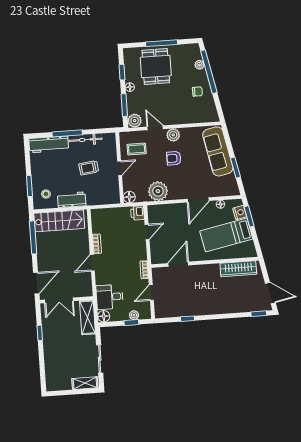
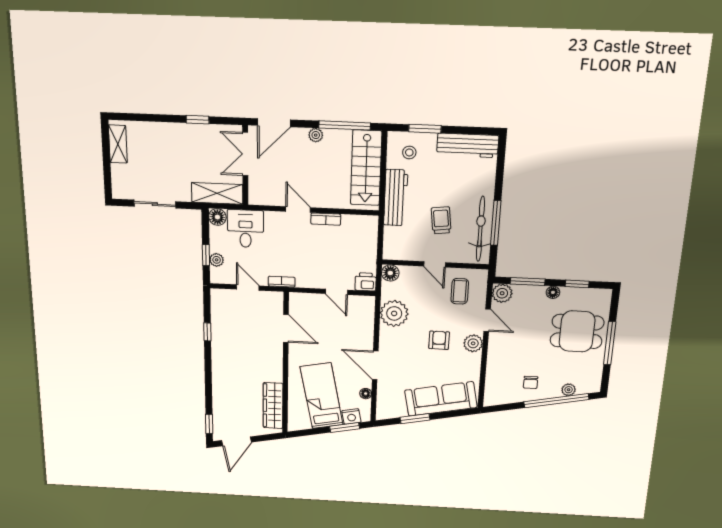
door: (155, 128) -> (487, 320), hinge flipped
window: (67, 133) -> (496, 223), moved
bicycle: (85, 140) -> (480, 229), width x1.37, depth x1.40
workbench: (49, 144) -> (468, 145), moved, turned -90
workbench: (72, 200) -> (396, 198), width x1.37
plant: (41, 255) -> (316, 135), added
door: (36, 283) -> (274, 123), hinge flipped
shelving: (85, 383) -> (118, 144), moved

